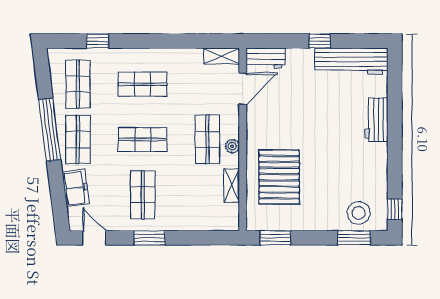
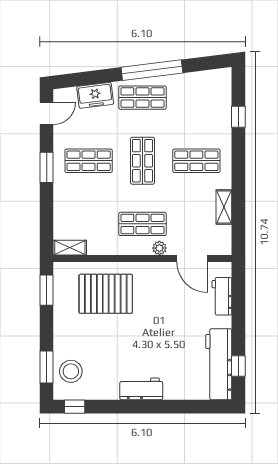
window: (320, 41) -> (238, 366), moved
shelving: (222, 56) -> (224, 207), moved
workbench: (266, 58) -> (222, 296), moved
shop shelf: (78, 84) -> (196, 98), removed
shop shelf: (143, 84) -> (196, 161), turned 90
workbench: (377, 120) -> (141, 389), moved
plant: (232, 146) -> (159, 248), moved
shelving: (232, 185) -> (70, 248), moved

